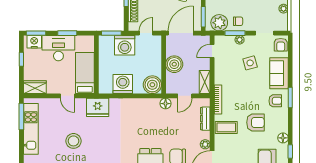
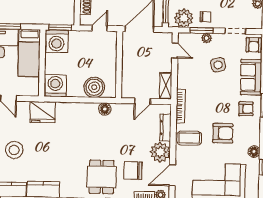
washing machine: (125, 45) -> (57, 41), moved
door: (212, 51) -> (175, 50), swing flipped
boiler: (174, 64) -> (131, 65), removed
bed: (85, 73) -> (29, 53), moved, turned 180
washing machine: (123, 84) -> (55, 86), moved
boiler: (152, 85) -> (94, 87), moved
floor lamp: (166, 104) -> (105, 109), moved
plant: (205, 144) -> (160, 152), width x1.87, depth x1.87

